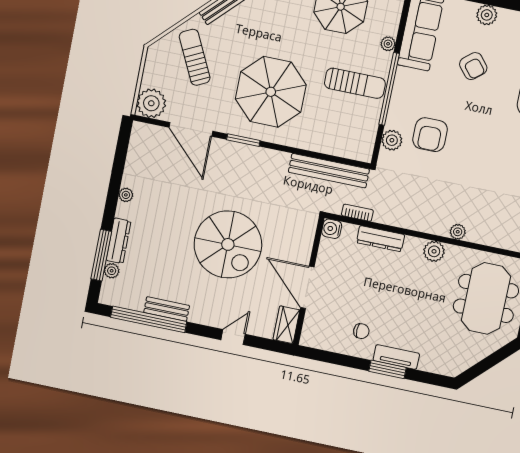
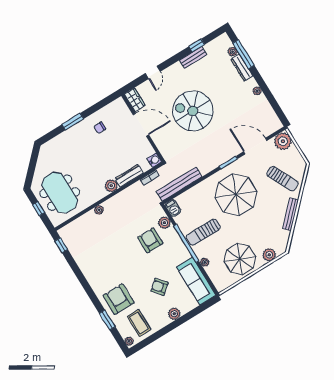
barbecue: (364, 148) -> (173, 208), added
plant: (434, 251) -> (111, 186), moved
window: (149, 319) -> (197, 45), width x0.32
tv unit: (396, 357) -> (74, 131), removed

